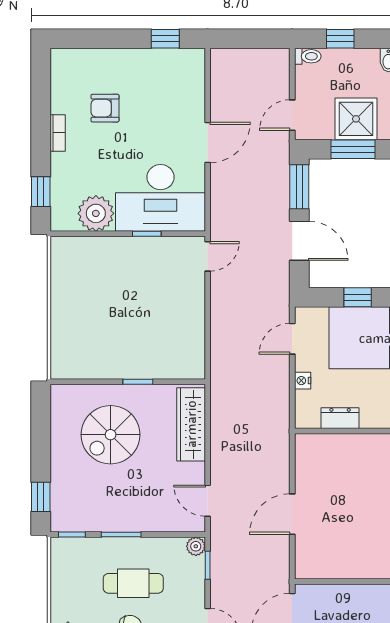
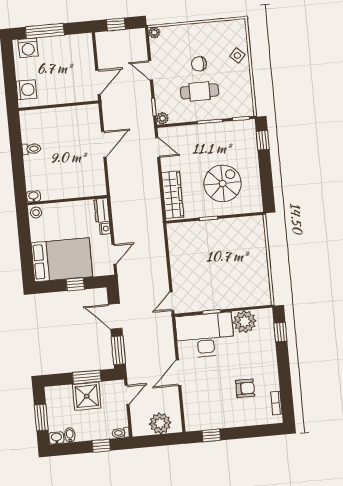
plant: (244, 65) -> (160, 423), added
bookcase: (58, 133) -> (276, 403), moved
dresser: (340, 418) -> (102, 210), moved, turned 90

